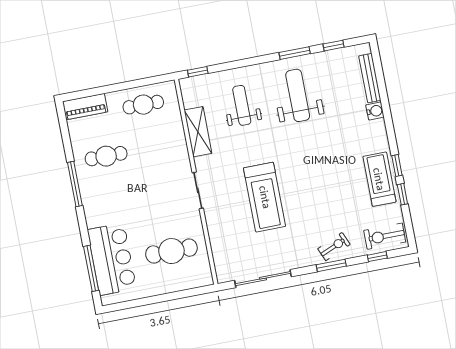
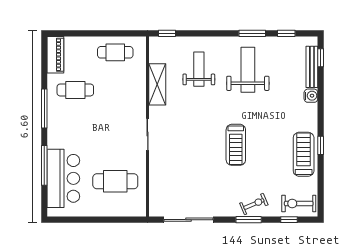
piano: (85, 107) -> (55, 55), moved, turned -90
window: (402, 194) -> (321, 58), moved
treadmill: (265, 197) -> (236, 145), moved, width x0.73, depth x0.73
window: (91, 268) -> (44, 165), moved

